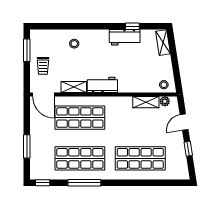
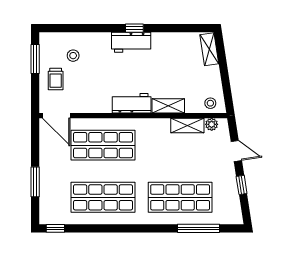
window: (132, 26) -> (134, 28), moved
workbench: (125, 37) -> (131, 42), moved
stool: (74, 44) -> (73, 56), moved
shelving: (74, 87) -> (168, 106), moved
door: (184, 122) -> (236, 151), swing flipped
window: (84, 183) -> (198, 228), moved

